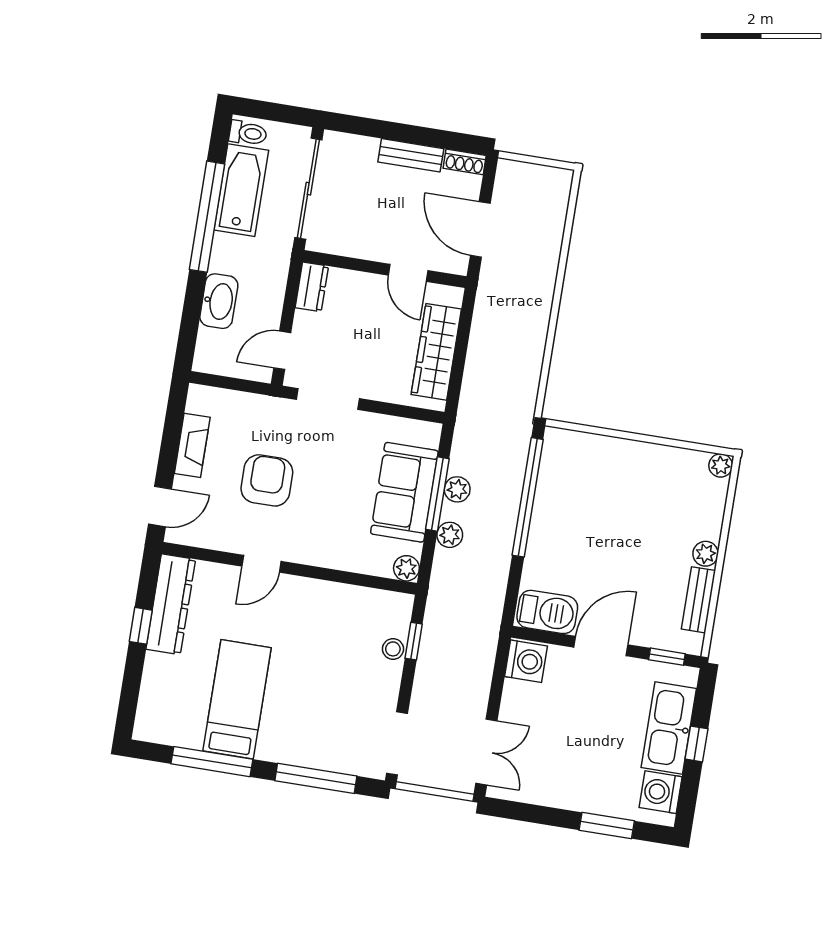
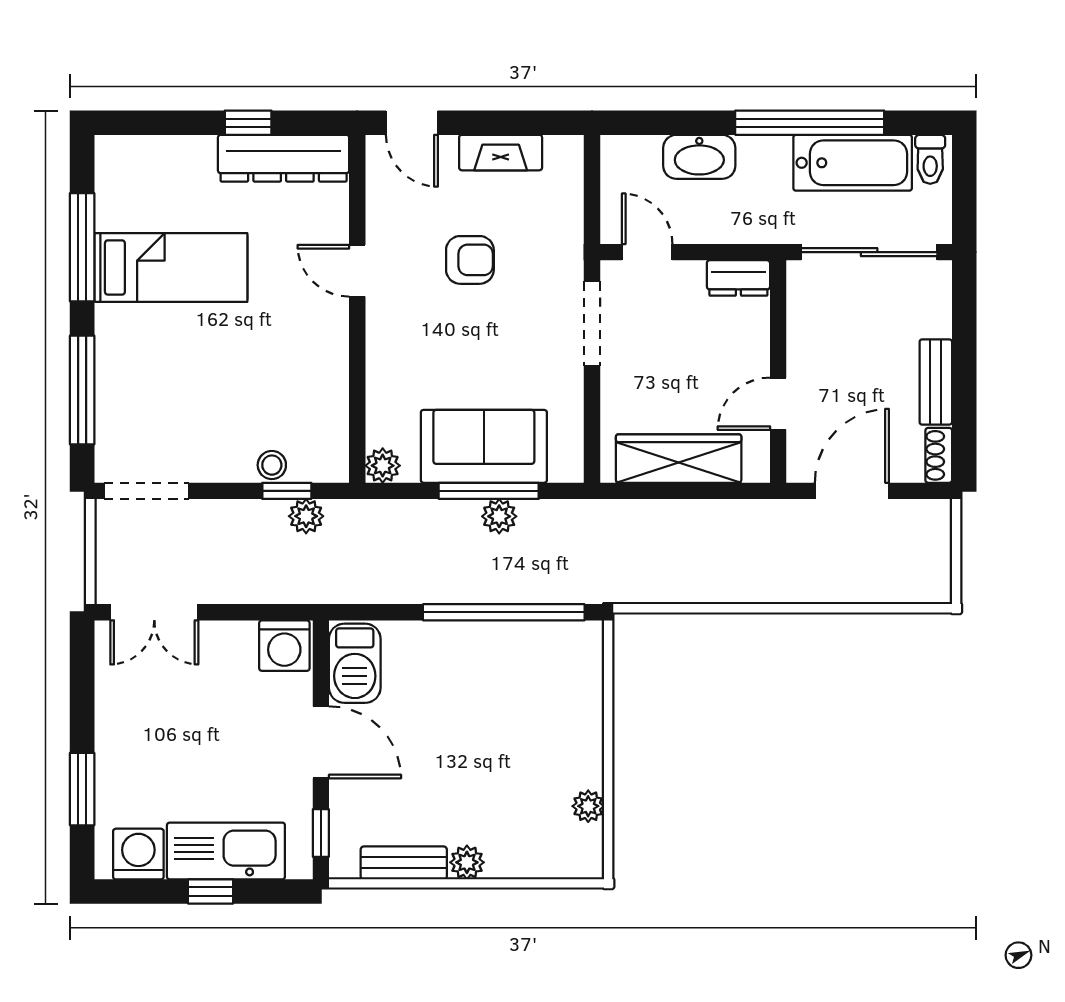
plant: (721, 465) -> (588, 806), moved
armchair: (267, 480) -> (470, 260), width x0.72, depth x0.72
plant: (450, 535) -> (306, 516), moved

